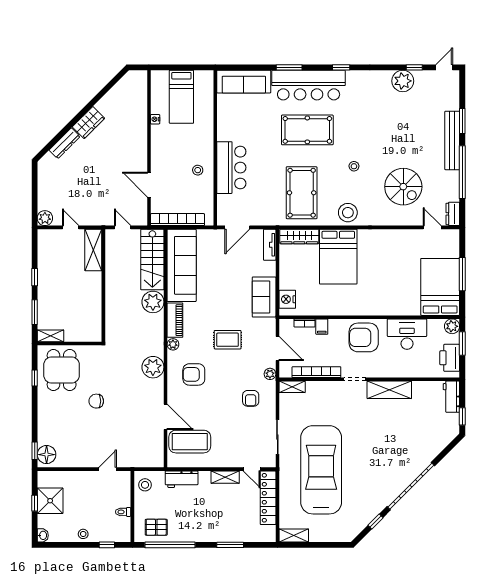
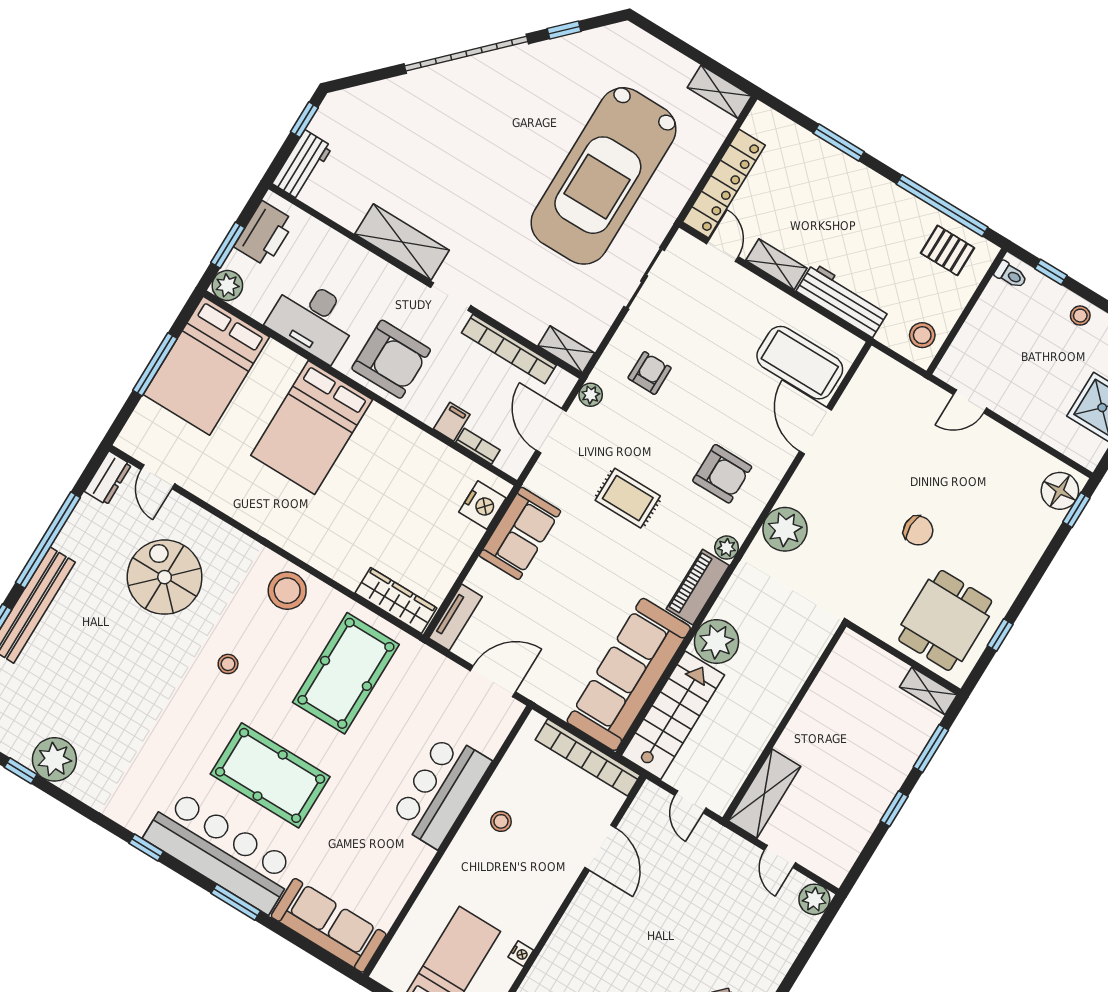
bed: (338, 257) -> (312, 428), moved, turned 180
workbench: (182, 479) -> (843, 300), width x1.38
toilet: (123, 512) -> (1011, 275), moved

